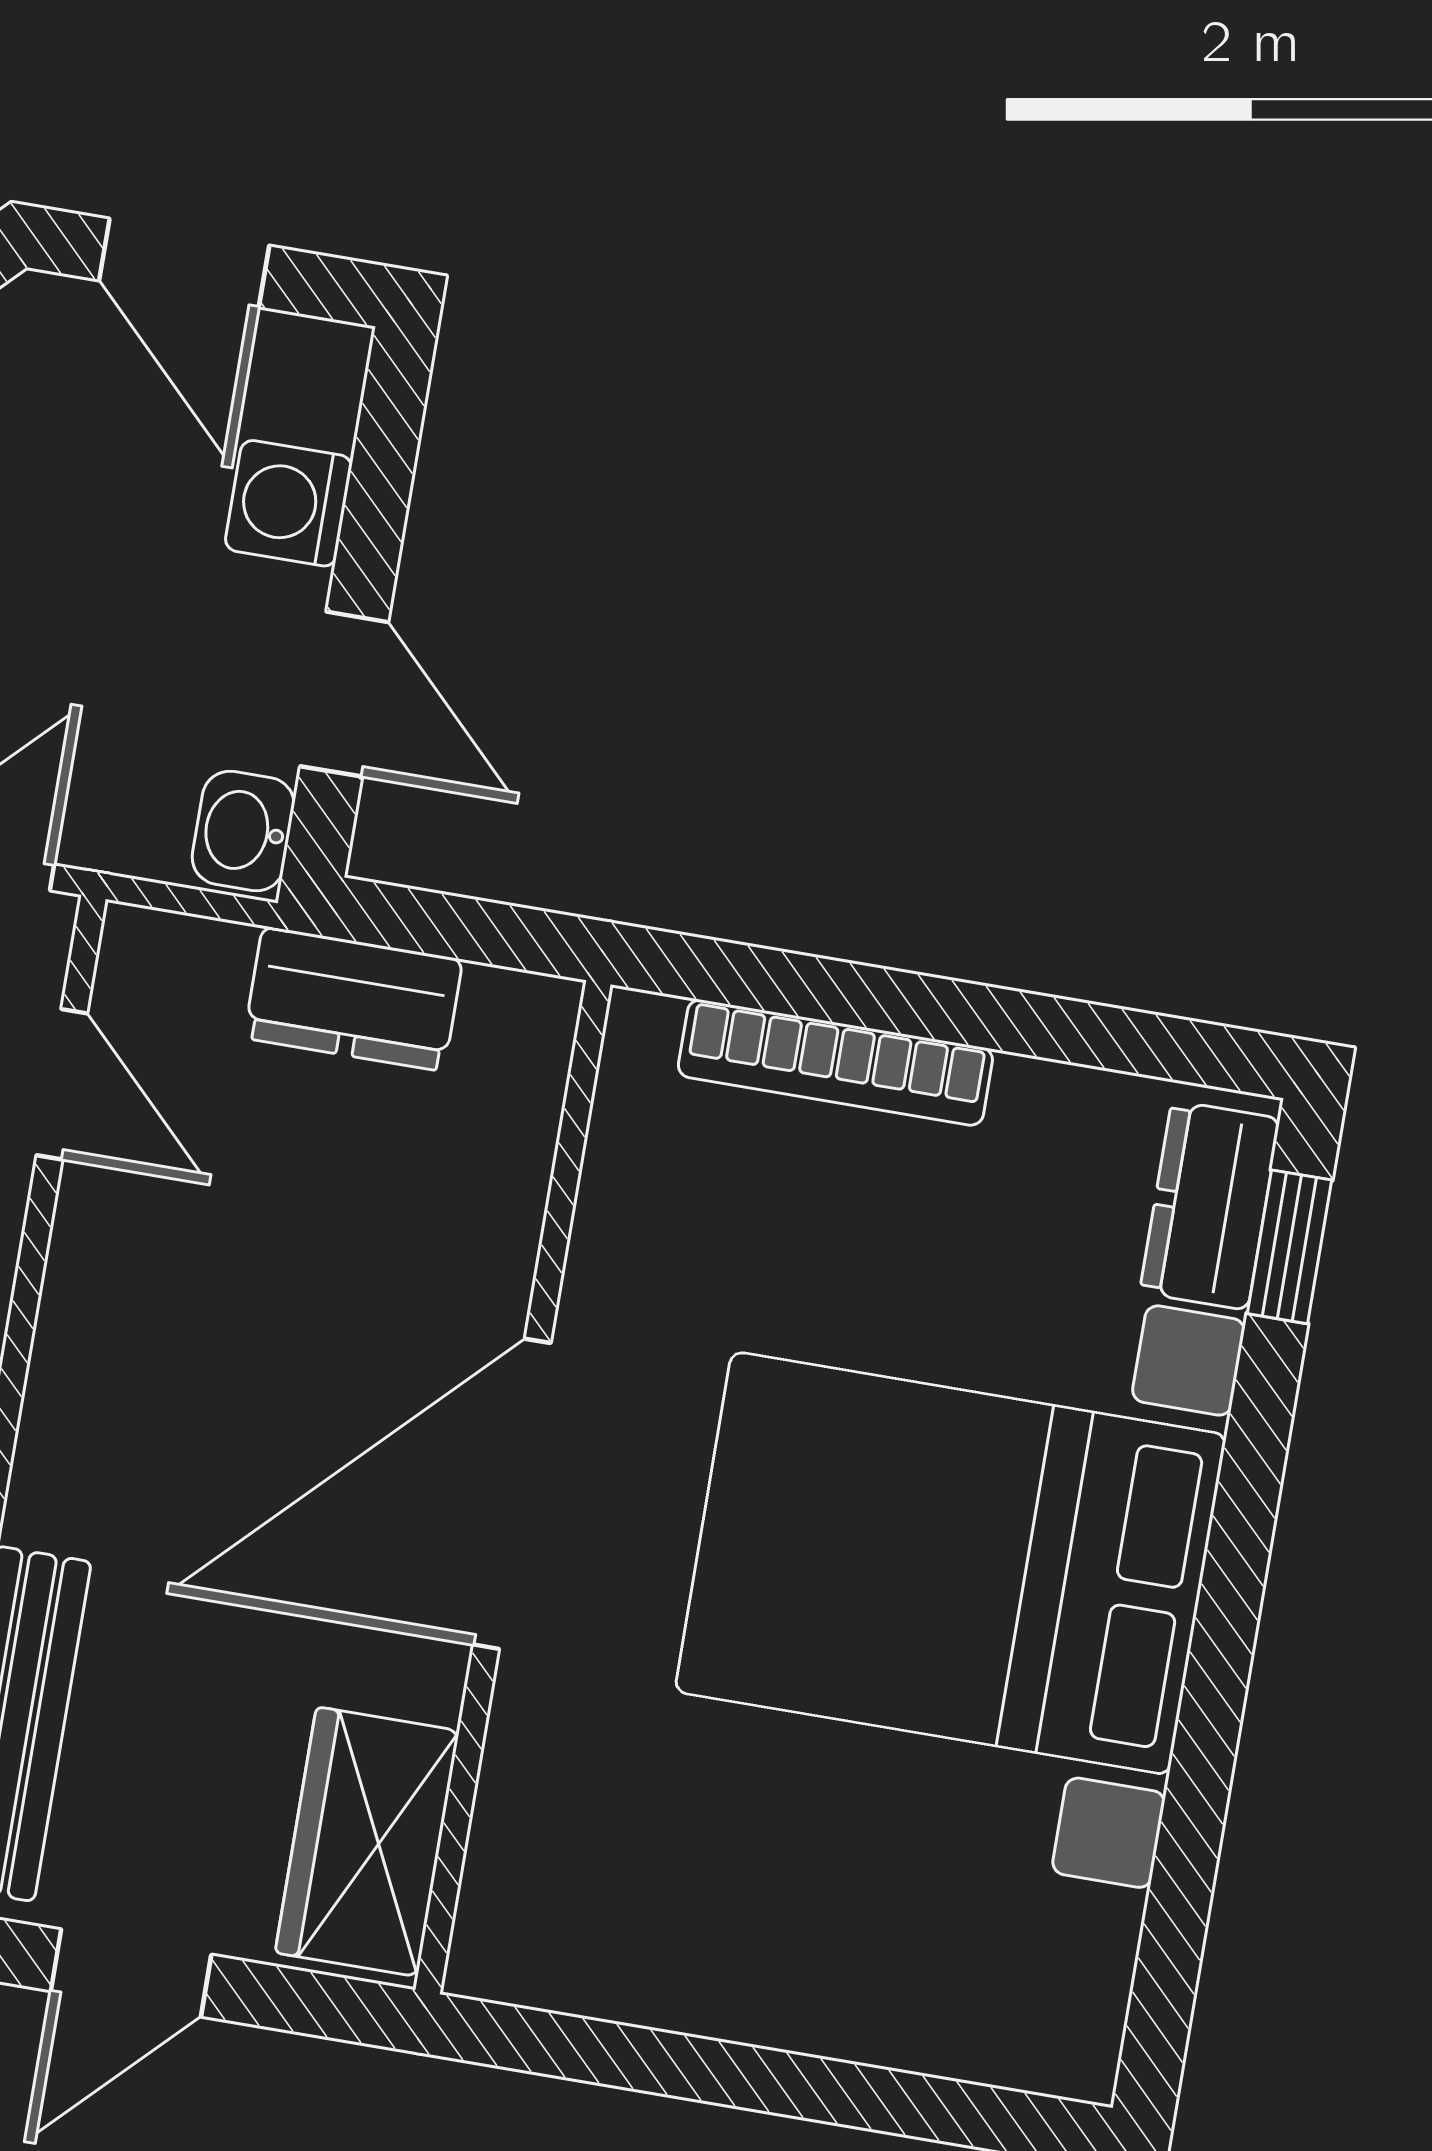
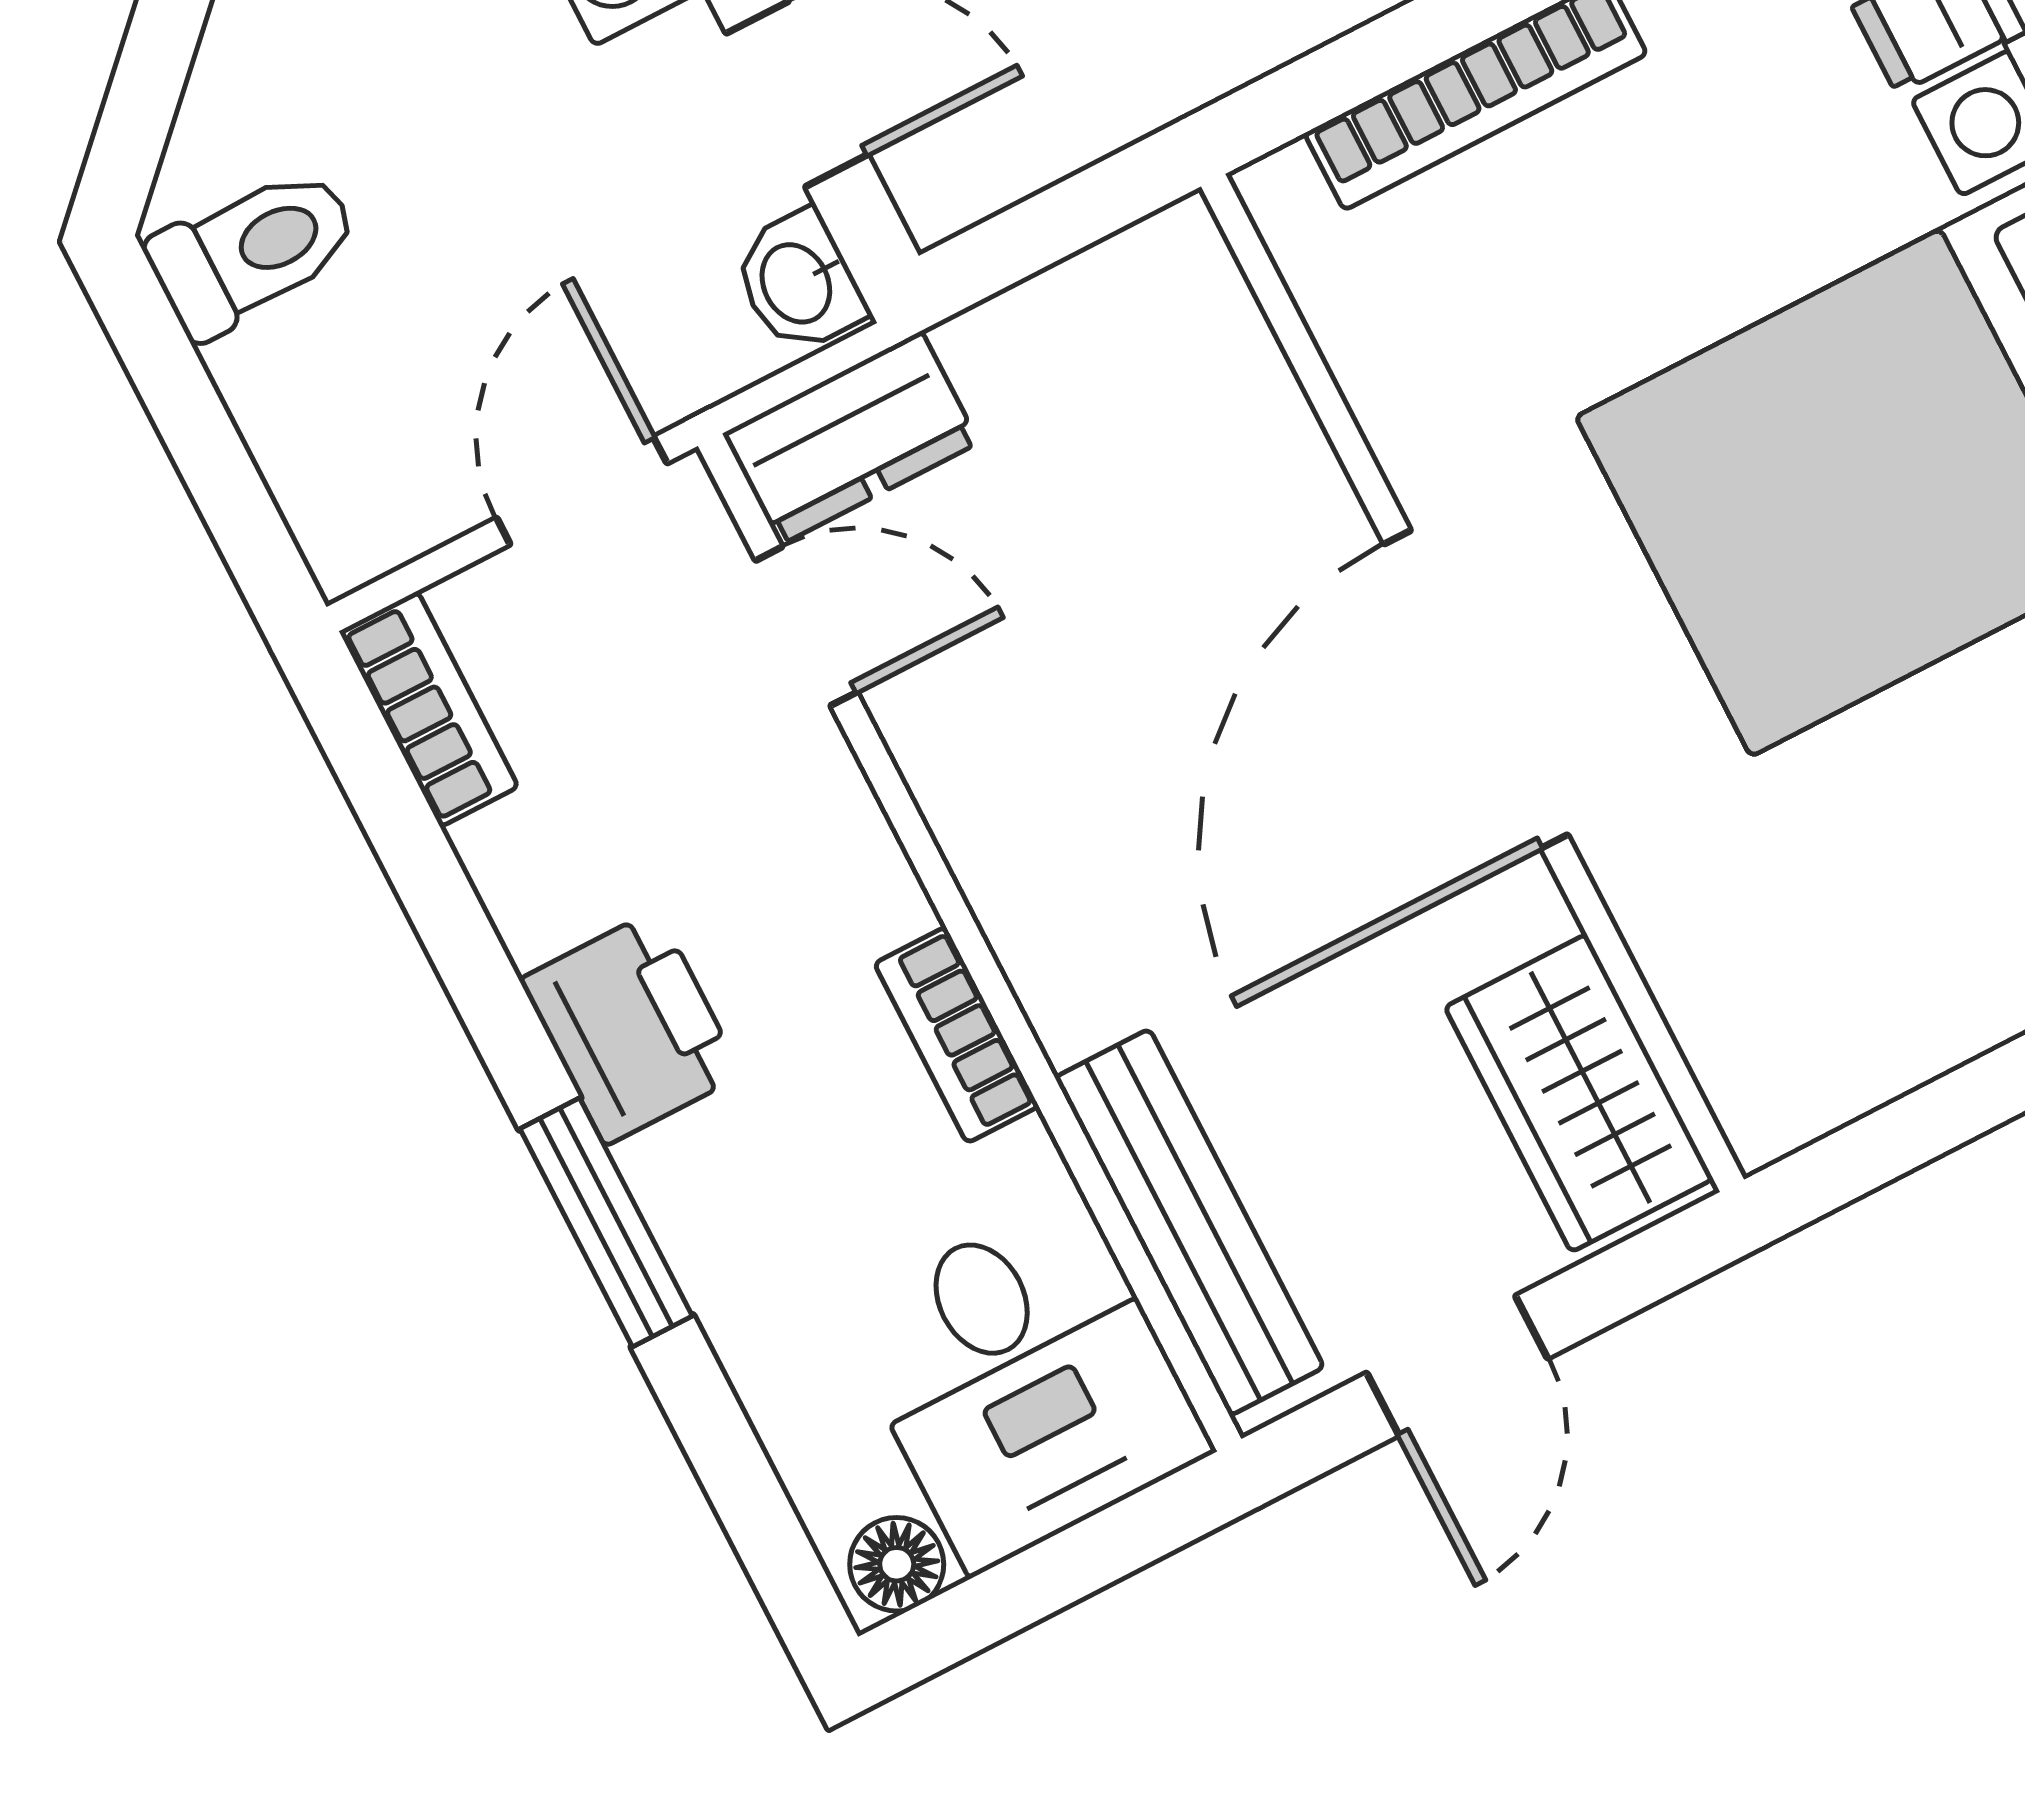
dresser: (353, 999) -> (851, 438), moved

